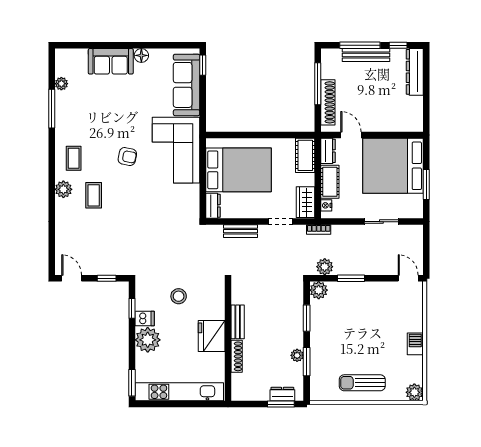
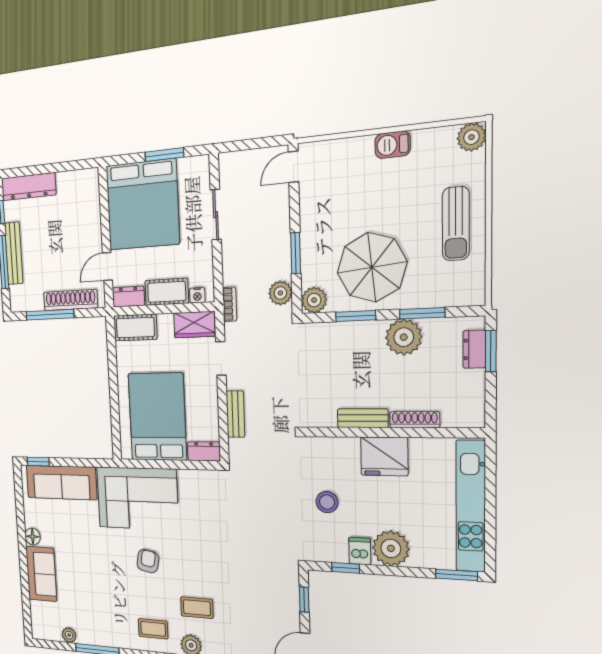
parasol: (338, 330) -> (372, 267), added
plant: (297, 355) -> (404, 337), width x1.88, depth x1.88

